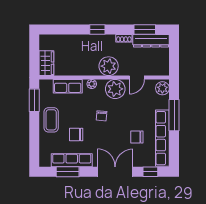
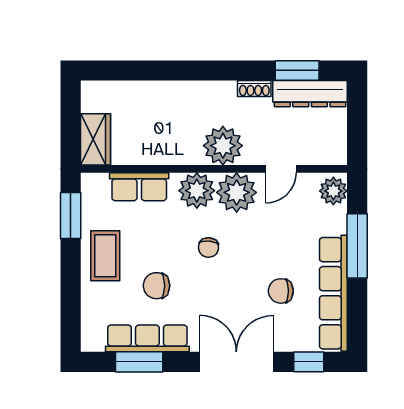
window: (97, 29) -> (200, 70), removed
plant: (92, 84) -> (197, 191), width x1.87, depth x1.87

